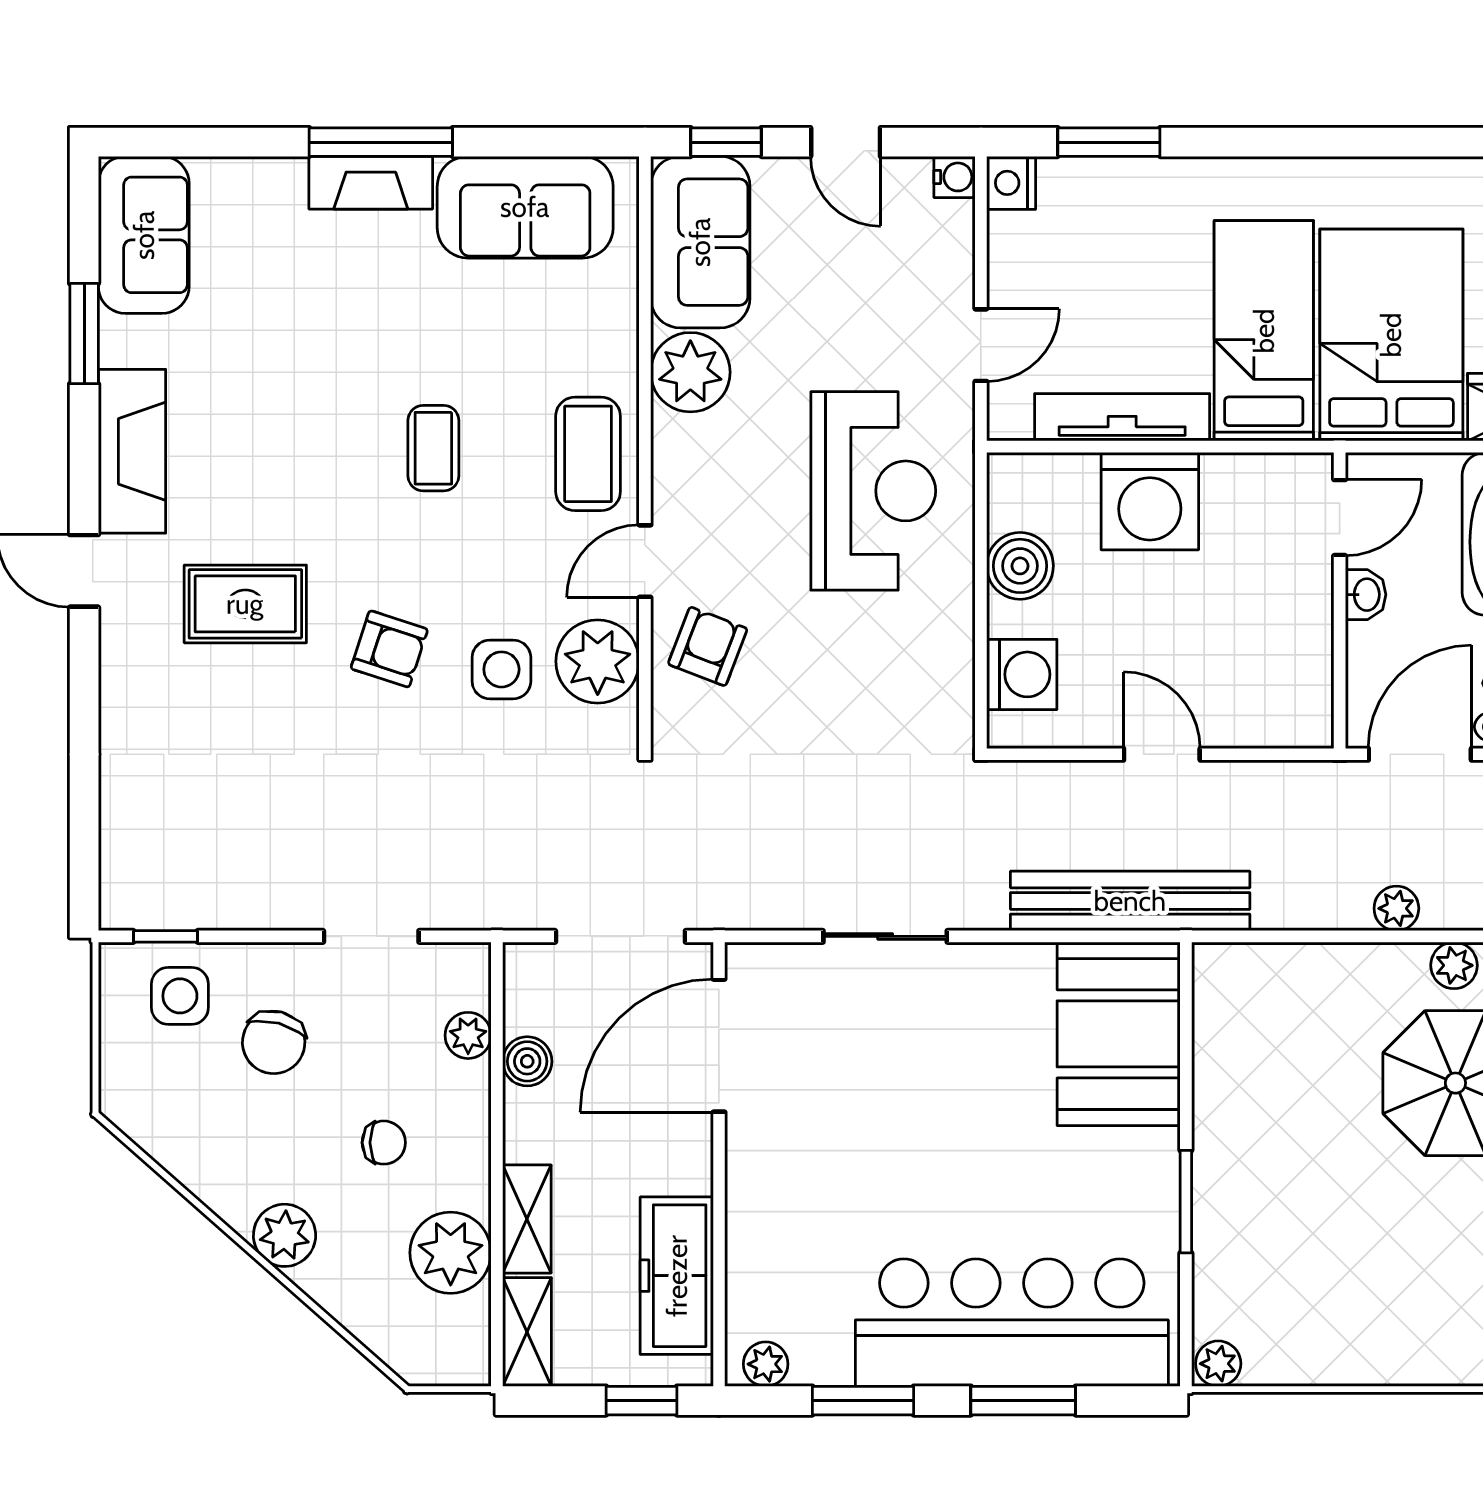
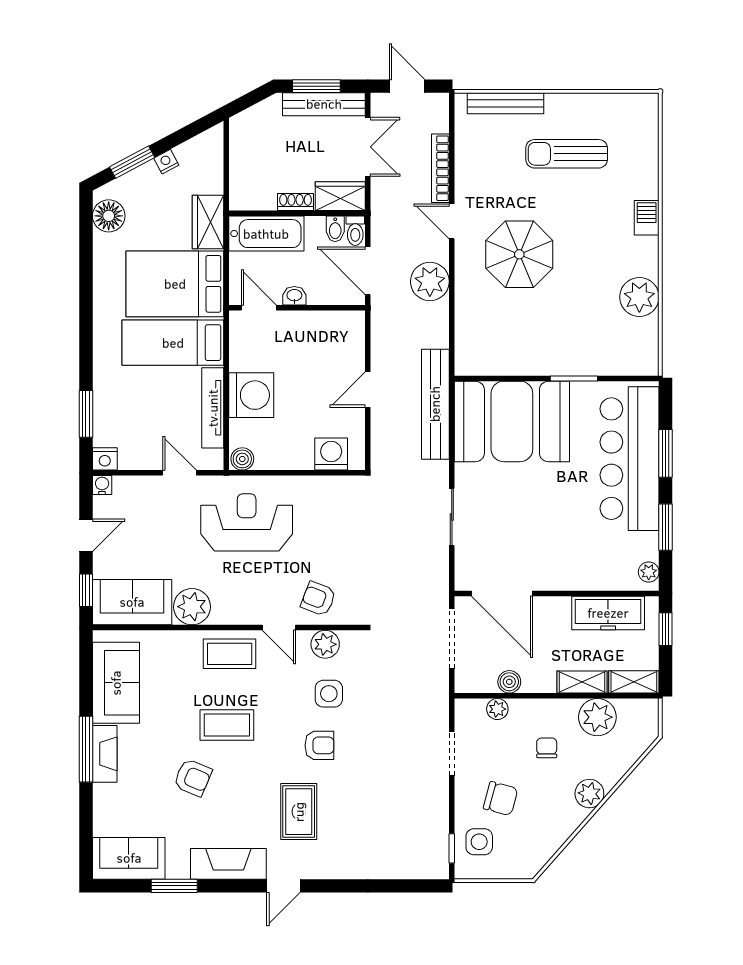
armchair: (319, 374) -> (193, 778), added
coffee table: (433, 448) -> (227, 725), width x1.36, depth x1.30
boiler: (1020, 566) -> (242, 459), moved, width x0.73, depth x0.73
armchair: (389, 649) -> (319, 745), turned 72
plant: (598, 661) -> (325, 644), width x0.73, depth x0.73
plant: (1396, 908) -> (430, 282), width x1.87, depth x1.87
plant: (1454, 965) -> (465, 255), removed
booth: (1119, 1034) -> (512, 421), width x1.36, depth x1.42
plant: (1218, 1364) -> (639, 297), moved, width x1.88, depth x1.88

